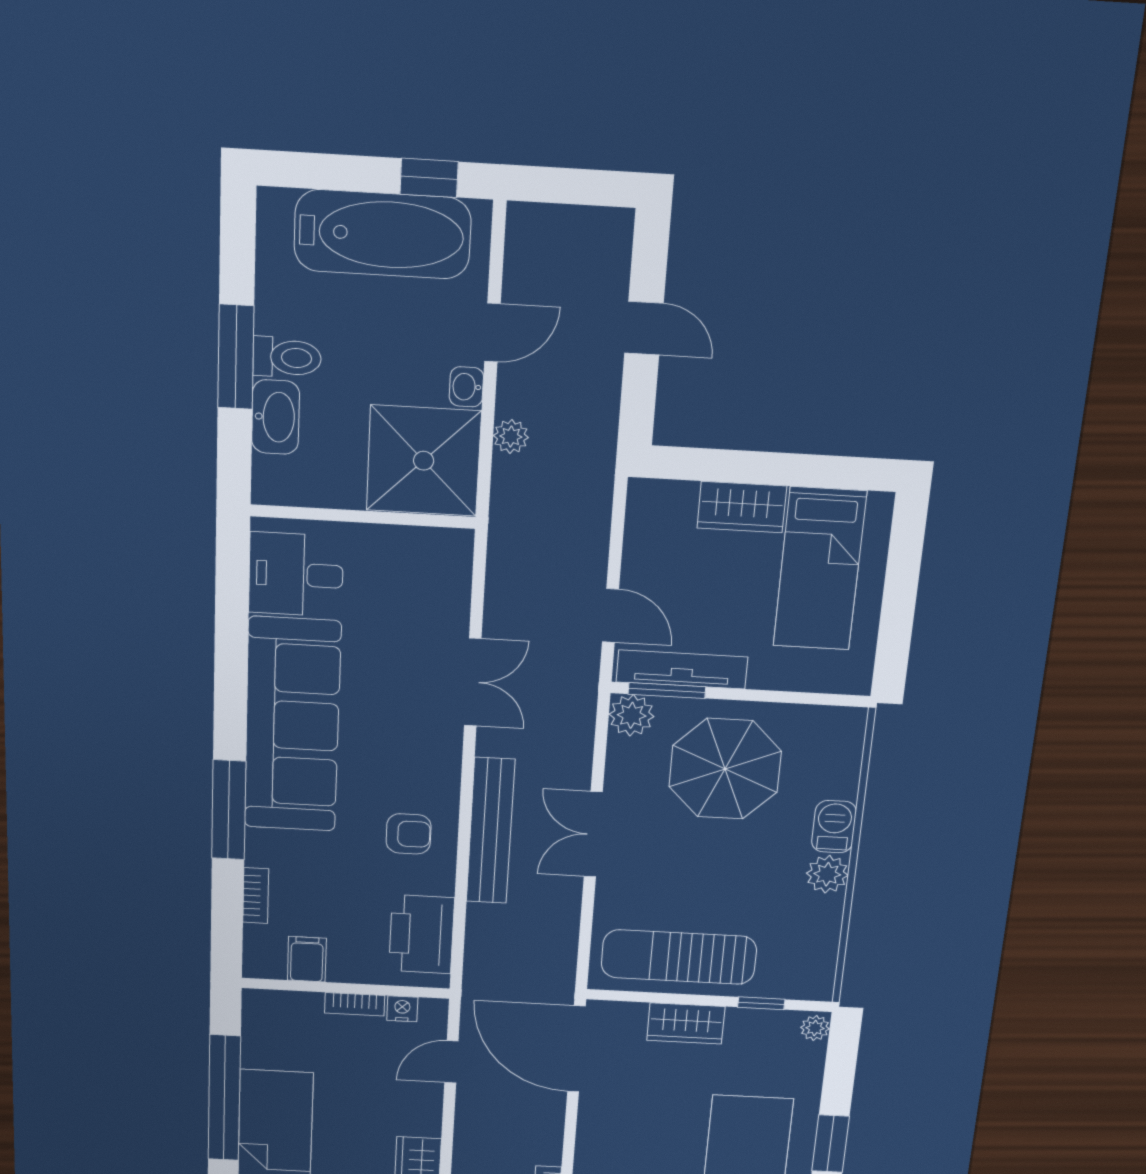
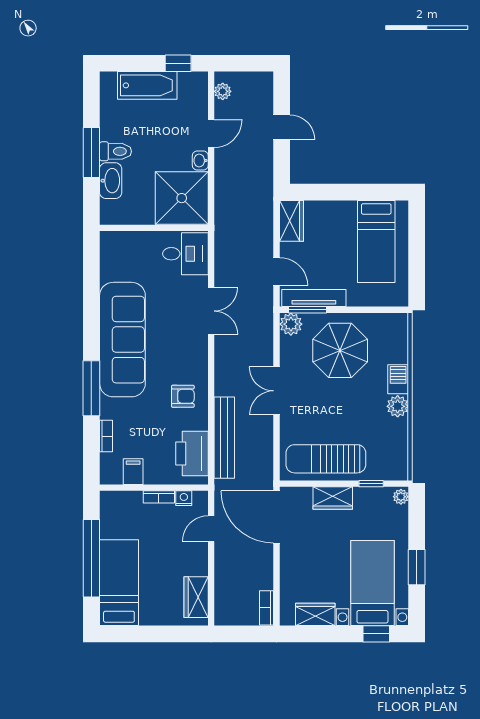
bathtub: (382, 234) -> (147, 85), width x0.73, depth x0.73
plant: (511, 436) -> (223, 91), moved
wardrobe: (742, 507) -> (292, 221), moved, turned -90
desk: (296, 575) -> (185, 254), moved, turned 180
bench: (490, 831) -> (224, 438), moved

